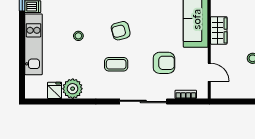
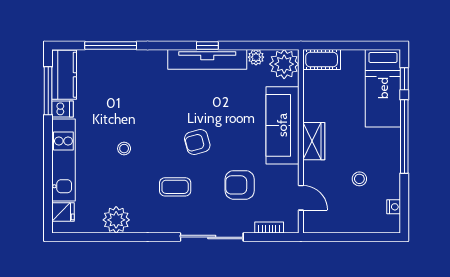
armchair: (121, 31) -> (197, 142), moved
armchair: (164, 63) -> (240, 185), turned 180
fridge: (55, 90) -> (63, 212), moved, turned 90

